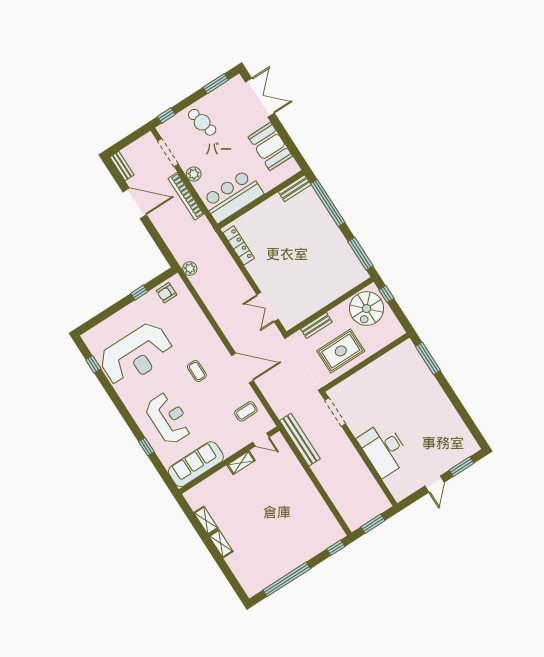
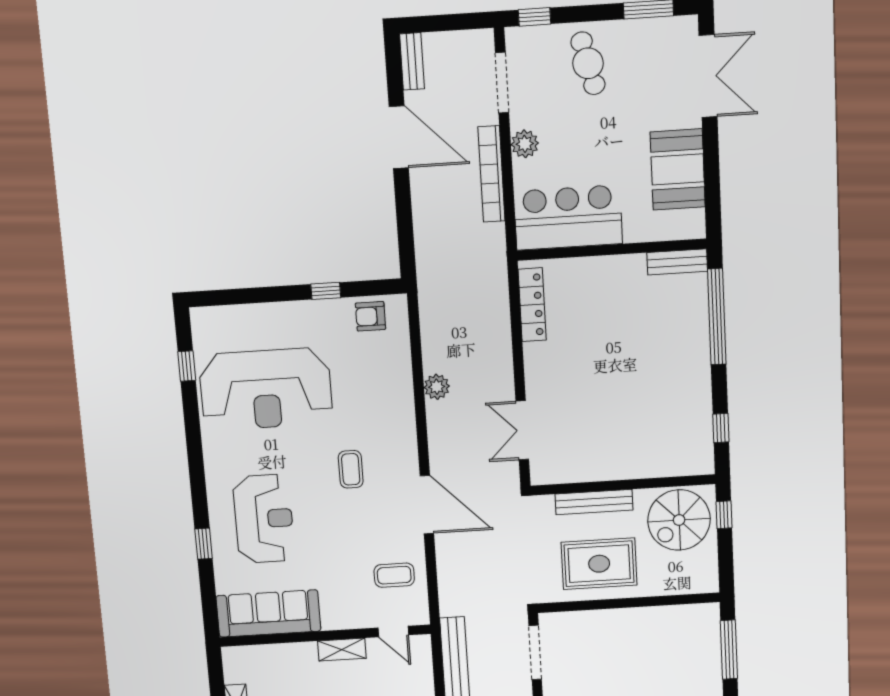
window: (360, 254) -> (721, 428), width x0.46
plant: (190, 269) -> (437, 387), moved
bench: (316, 325) -> (594, 502), width x1.36

